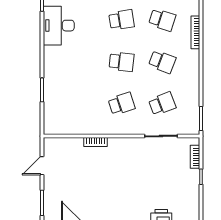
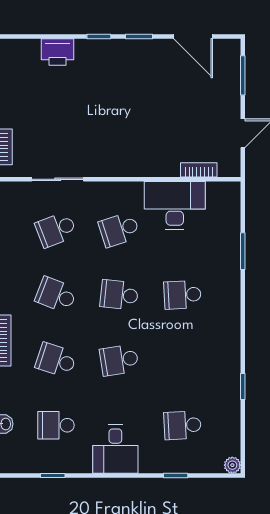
desk: (59, 26) -> (175, 205), moved, turned -90
school desk: (81, 62) -> (182, 295), added
bookcase: (96, 142) -> (199, 170), moved

